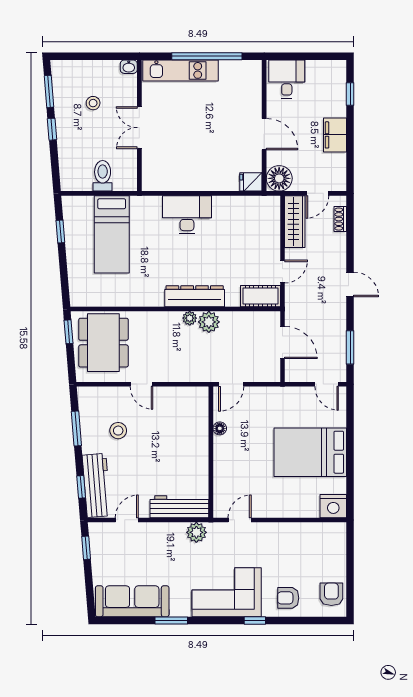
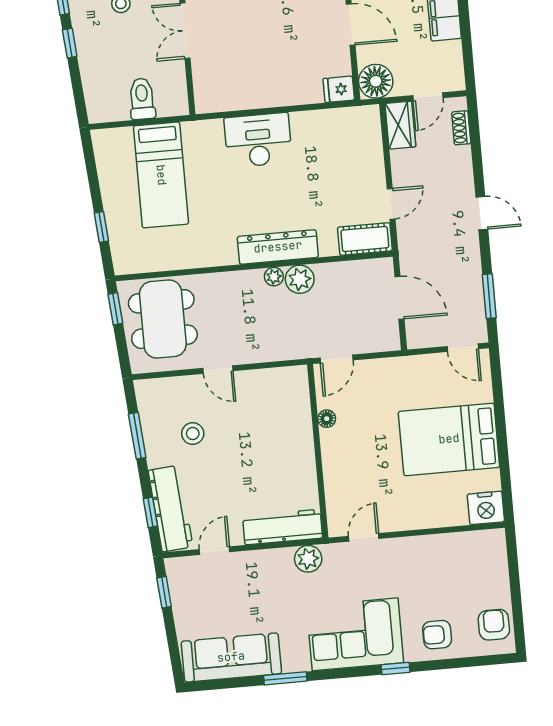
wardrobe: (295, 222) -> (400, 125), width x0.67
window: (60, 232) -> (101, 227), moved

